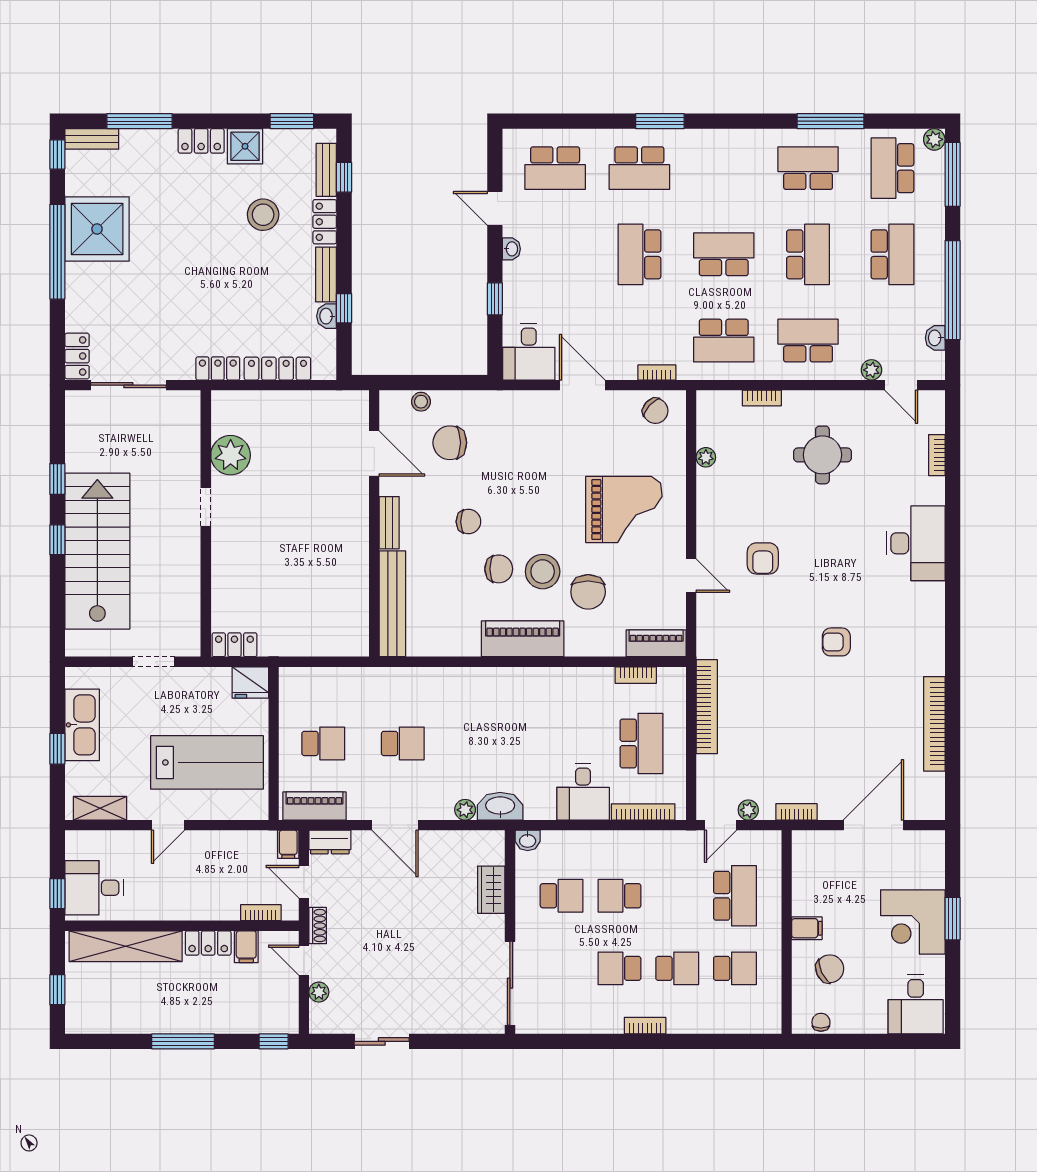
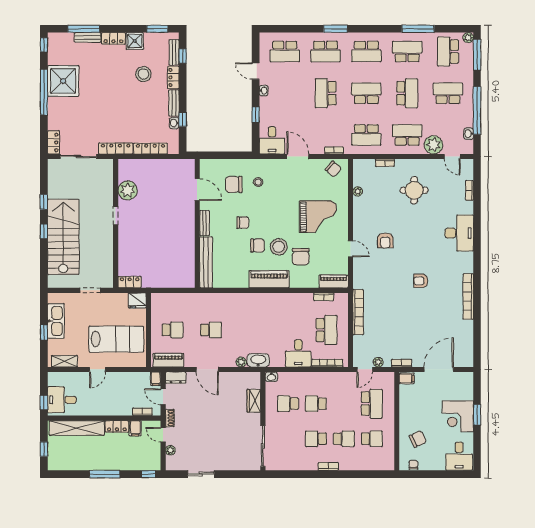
bench: (92, 139) -> (88, 37), moved
school desk: (724, 168) -> (366, 52), added
school desk: (892, 254) -> (448, 93), turned -90
locker: (218, 368) -> (116, 148), width x1.53
plant: (871, 370) -> (434, 145), width x1.87, depth x1.87
stool: (421, 402) -> (258, 182), moved
bookcase: (934, 724) -> (468, 297), moved
school desk: (562, 896) -> (288, 404), turned 180
filing cabinet: (807, 928) -> (407, 378), moved

